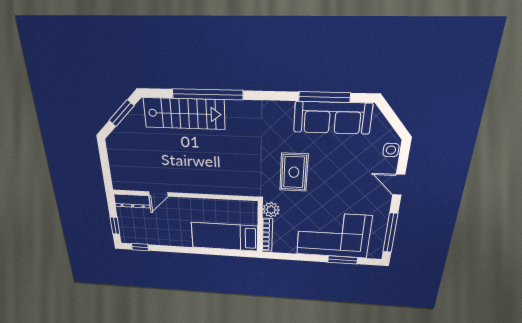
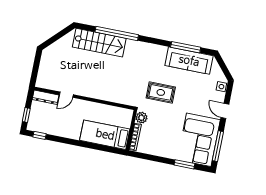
window: (121, 113) -> (59, 35), removed
rug: (294, 172) -> (161, 92), turned 90
corner sofa: (334, 235) -> (199, 140), moved, turned -90

